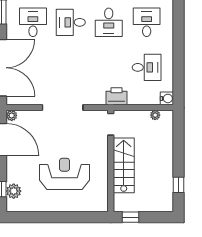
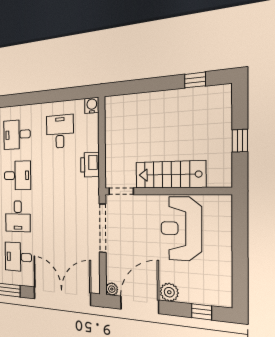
plant: (155, 115) -> (110, 118), removed
doorway: (111, 124) -> (121, 191), moved
wall: (111, 161) -> (165, 191), moved
stairs: (124, 165) -> (170, 175), moved
plant: (14, 191) -> (169, 292), moved

